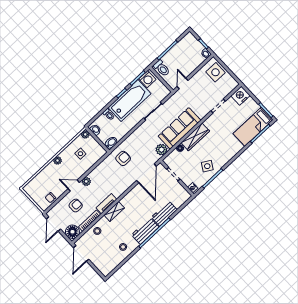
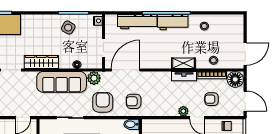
wardrobe: (195, 137) -> (41, 62), moved
armchair: (142, 140) -> (103, 102), added
workbench: (164, 213) -> (137, 22), width x1.38
door: (54, 224) -> (245, 101), hinge flipped

